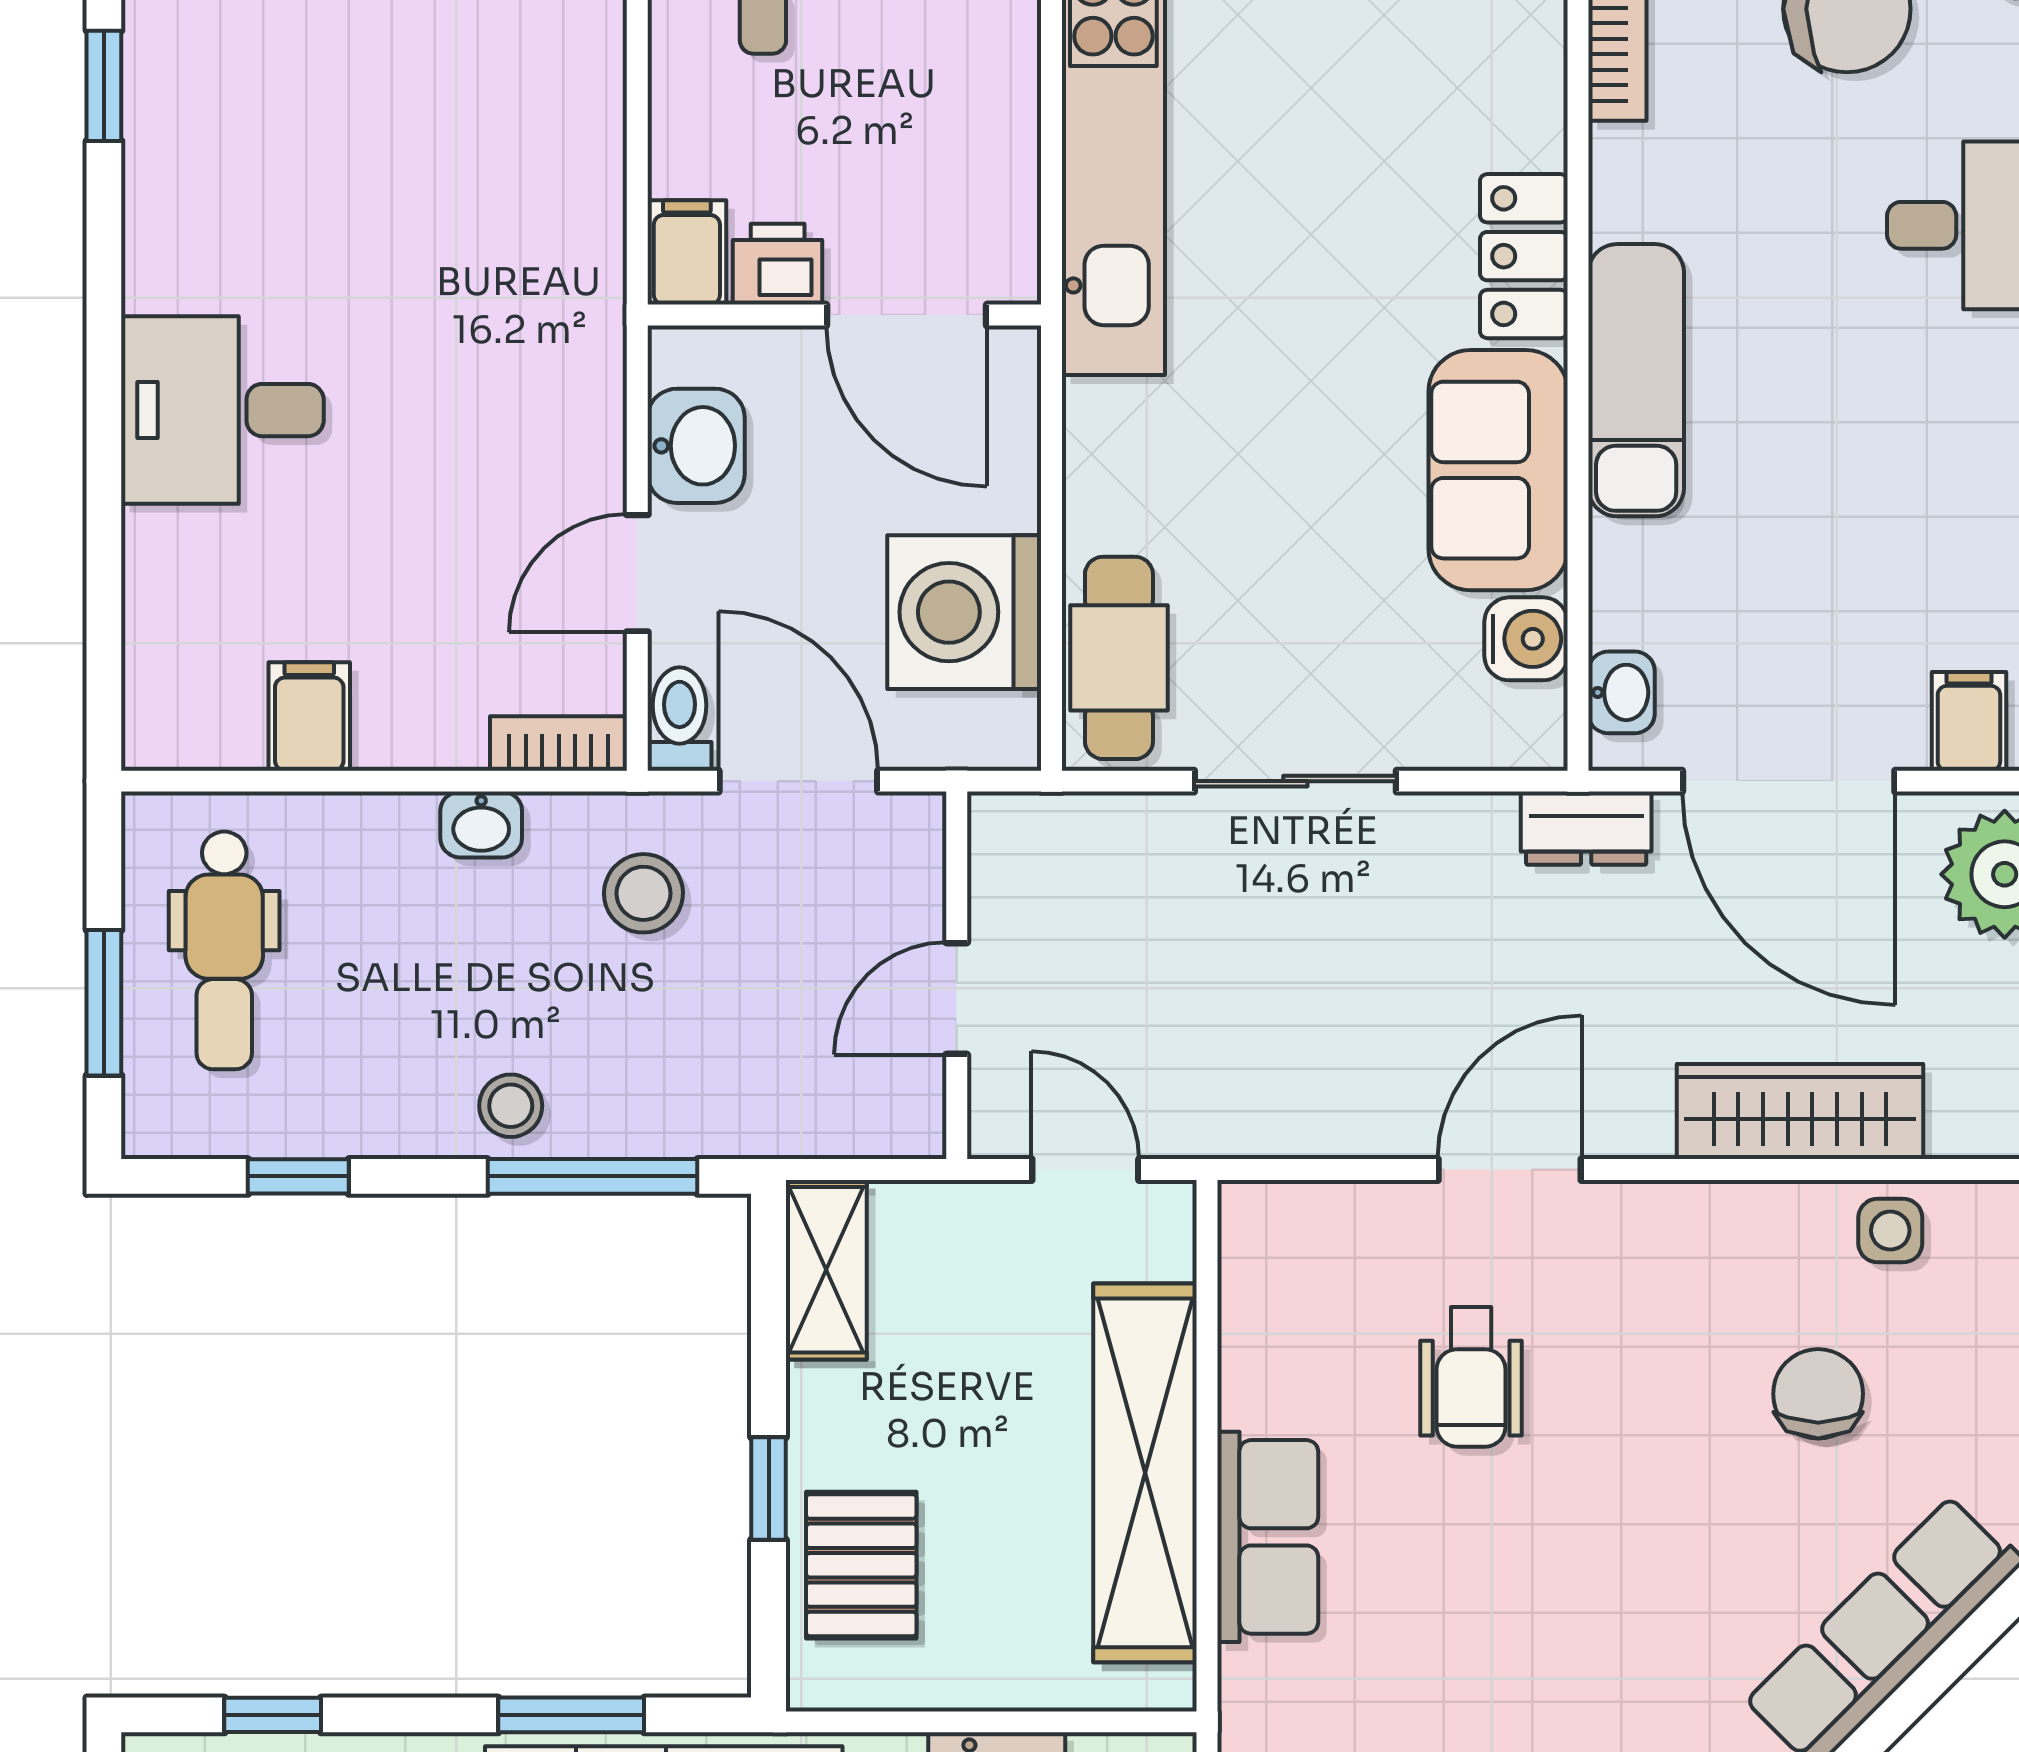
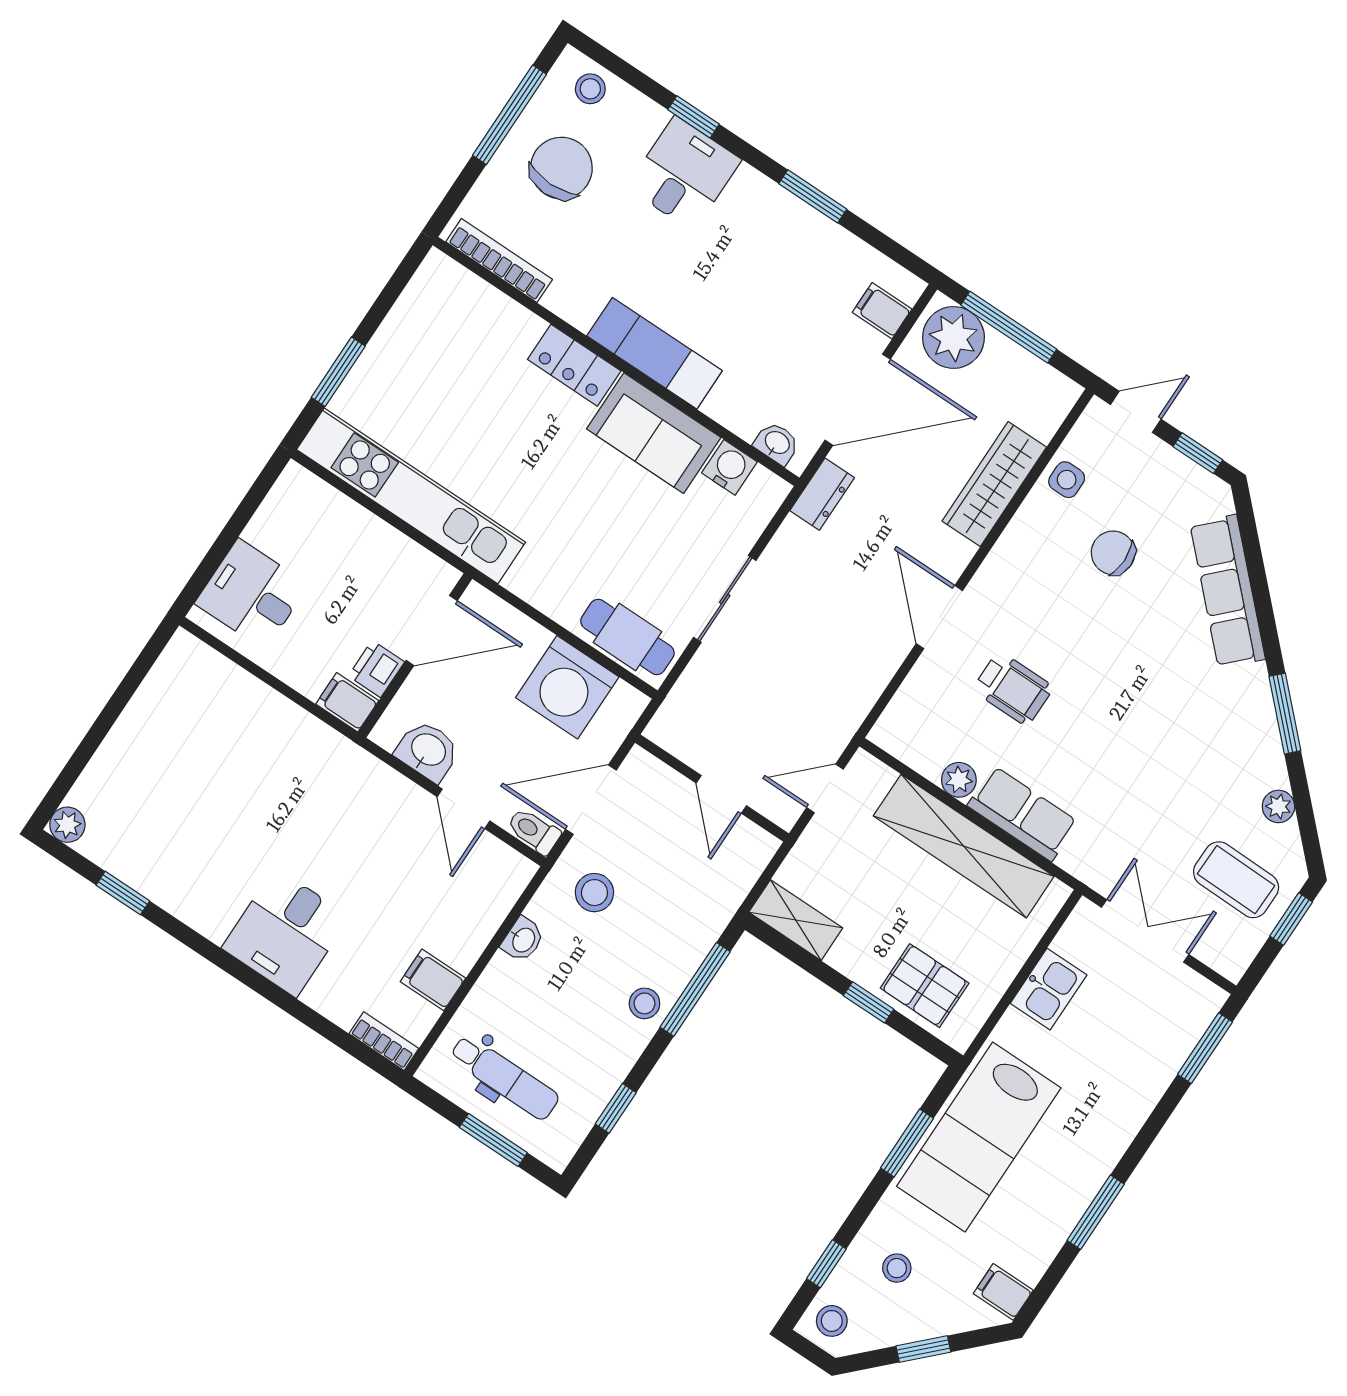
bookcase: (559, 743) -> (384, 1041), moved, turned 90
plant: (1253, 1389) -> (959, 780), added

